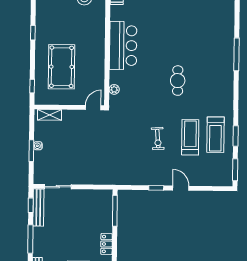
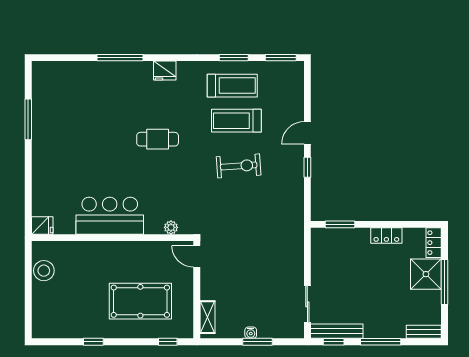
fridge: (227, 86) -> (165, 70), added
exercise bike: (158, 139) -> (239, 166), width x1.38, depth x1.39
window: (115, 211) -> (340, 224), width x0.69

